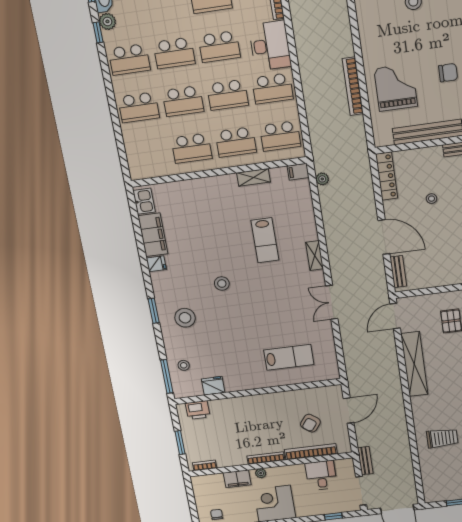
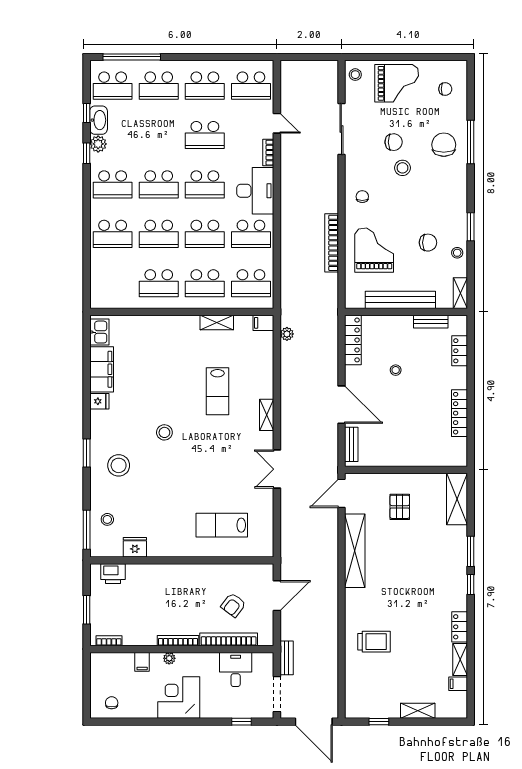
chair: (377, 36) -> (362, 197), added
lab bench: (289, 357) -> (222, 525), turned 180
filing cabinet: (237, 479) -> (142, 662), width x0.50

